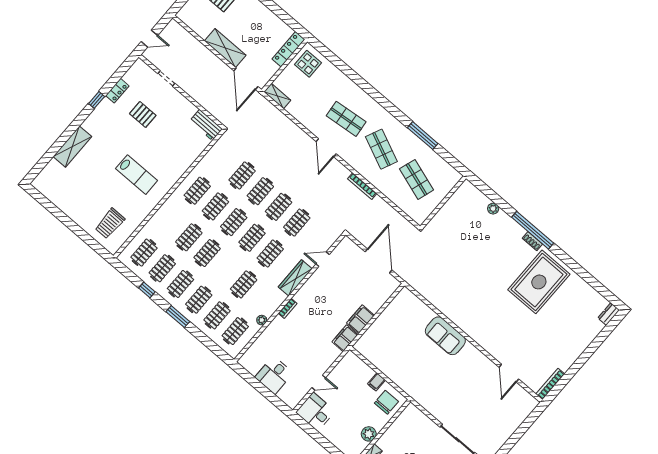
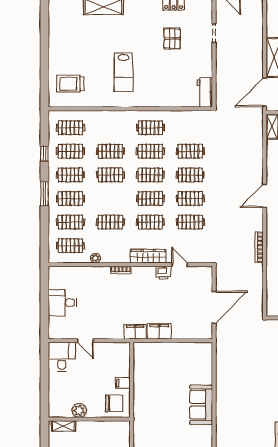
printer: (318, 277) -> (163, 273), added

